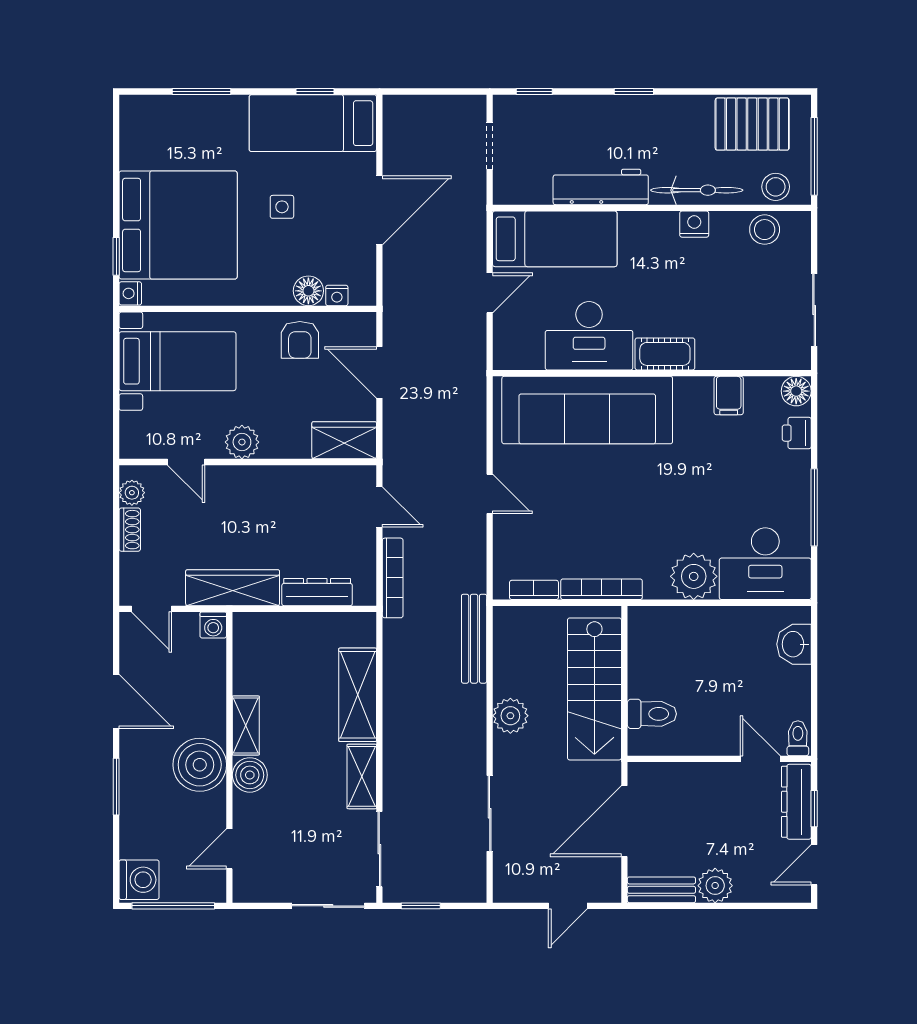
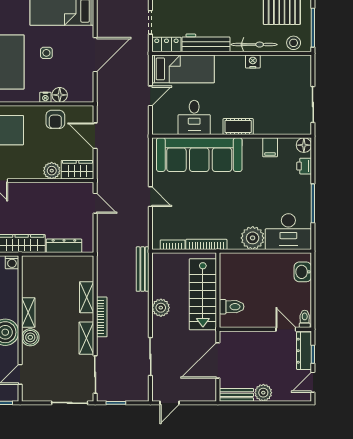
locker: (522, 190) -> (166, 44), added
stool: (765, 230) -> (288, 64), removed
nightstand: (337, 295) -> (45, 97), moved
desk: (589, 336) -> (194, 117), width x0.73
plant: (242, 442) -> (52, 171), moved
bookcase: (393, 578) -> (102, 317), moved
shelving: (358, 695) -> (87, 297), width x0.67, depth x0.75
door: (568, 906) -> (170, 403), moved

